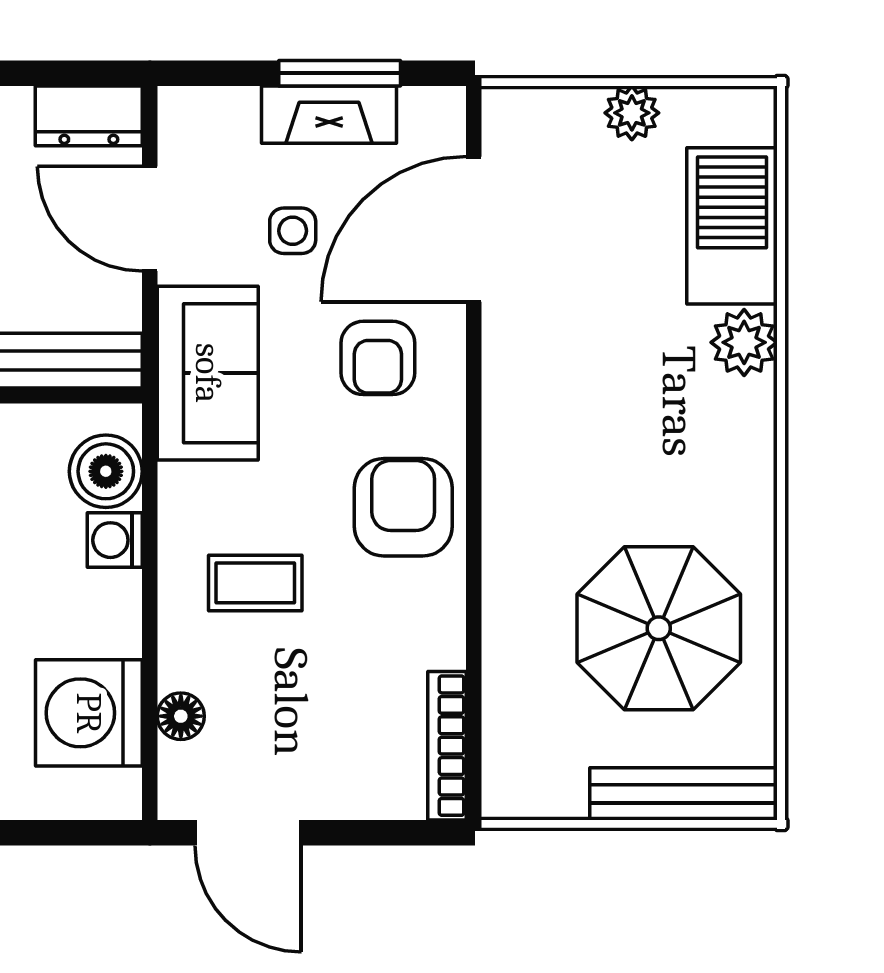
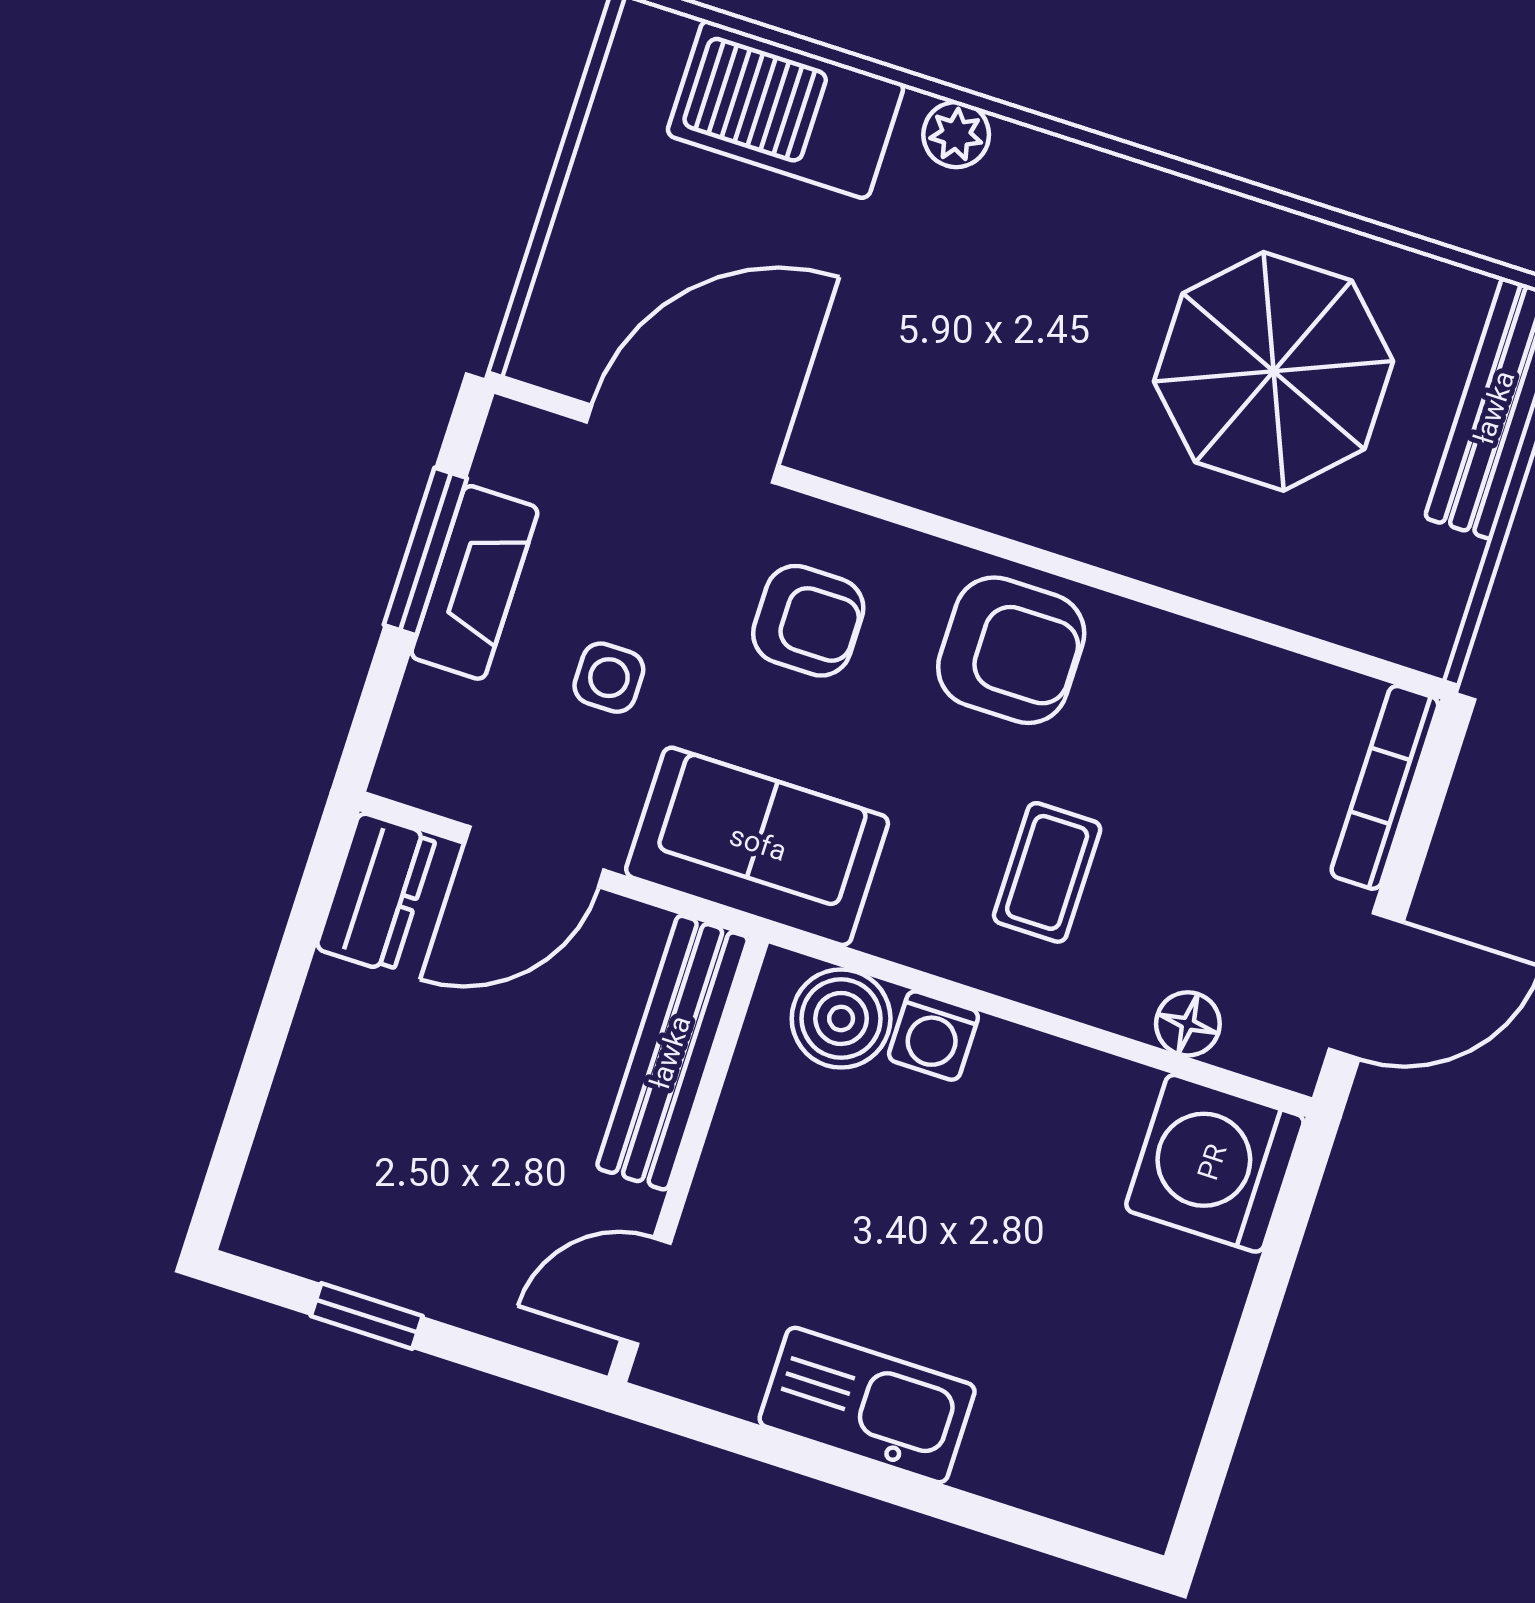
plant: (632, 113) -> (598, 192), removed
door: (474, 229) -> (682, 444), swing flipped
plant: (744, 342) -> (956, 135), width x0.73, depth x0.73
armchair: (403, 507) -> (1011, 650), turned 180
washing machine: (89, 713) -> (1215, 1163), moved, turned 90
bookcase: (447, 746) -> (1385, 787), moved, turned 90

